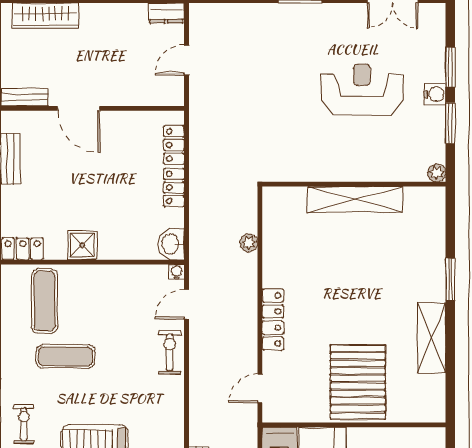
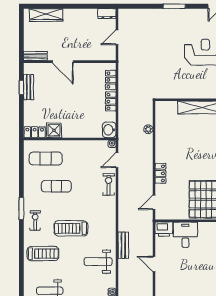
shower: (82, 245) -> (54, 130), moved
exercise mat: (45, 301) -> (46, 158), turned 90
locker: (273, 320) -> (160, 173), width x0.66

